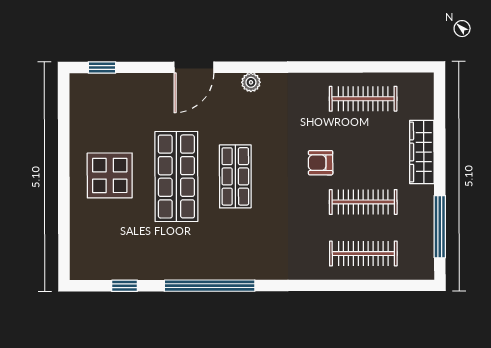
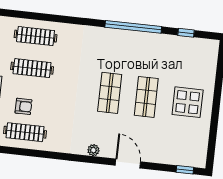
door: (194, 67) -> (128, 163), hinge flipped
armchair: (321, 163) -> (23, 106), moved
shop shelf: (176, 176) -> (146, 97), width x0.70, depth x0.74

